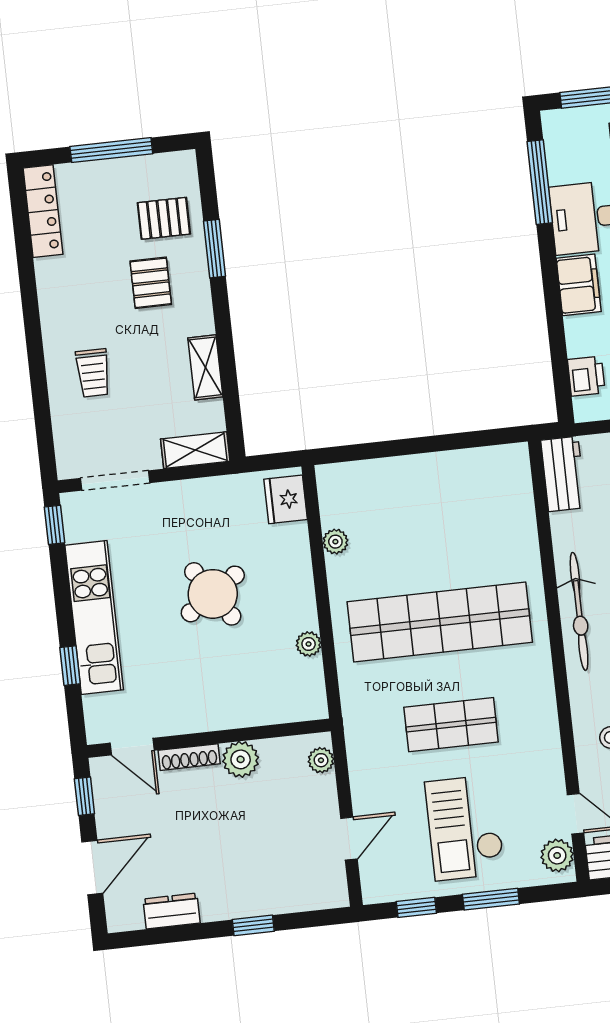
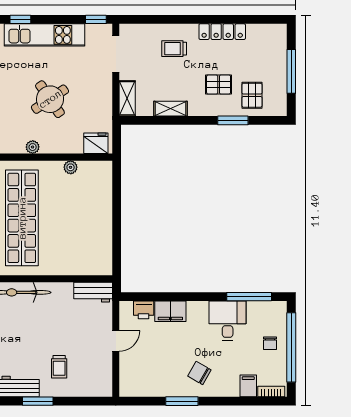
locker: (43, 211) -> (222, 32), moved
filing cabinet: (579, 285) -> (170, 311), moved
plant: (309, 644) -> (33, 147), moved

